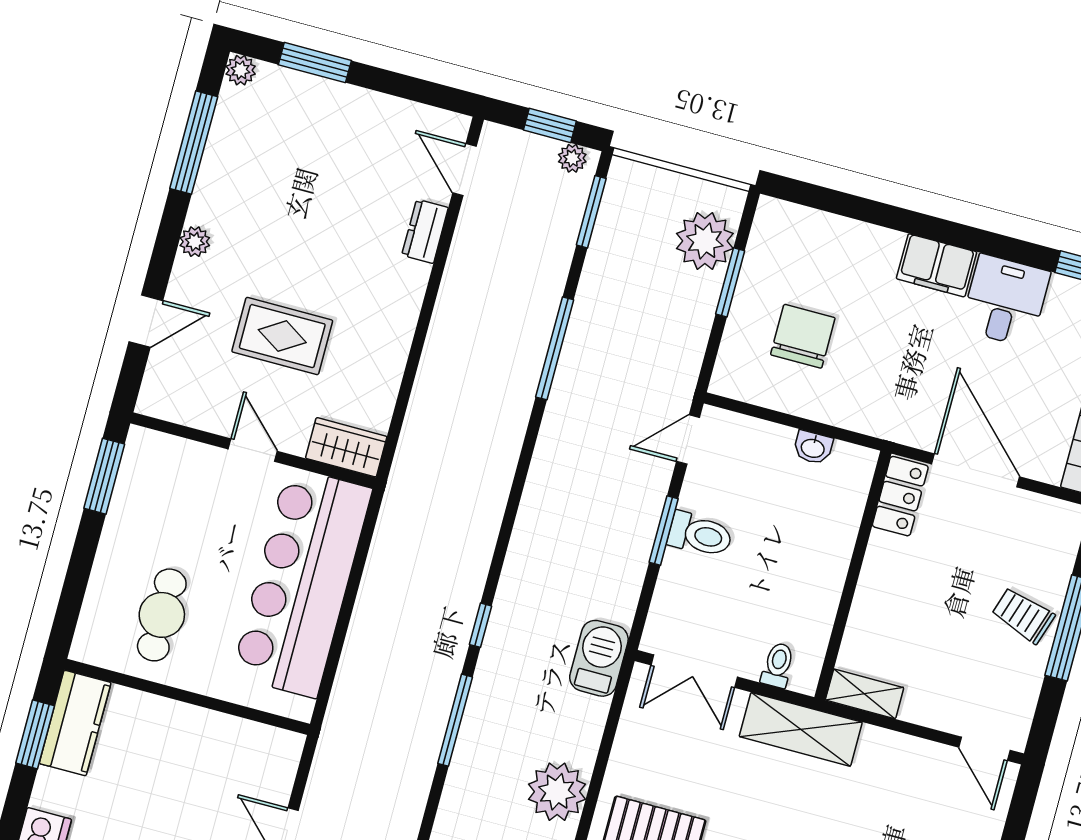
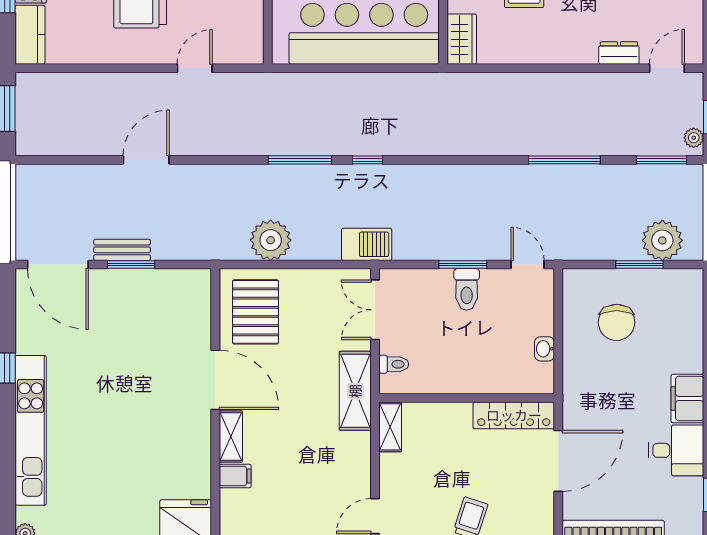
chair: (803, 336) -> (617, 322), turned 90
locker: (900, 496) -> (514, 415), width x1.53

